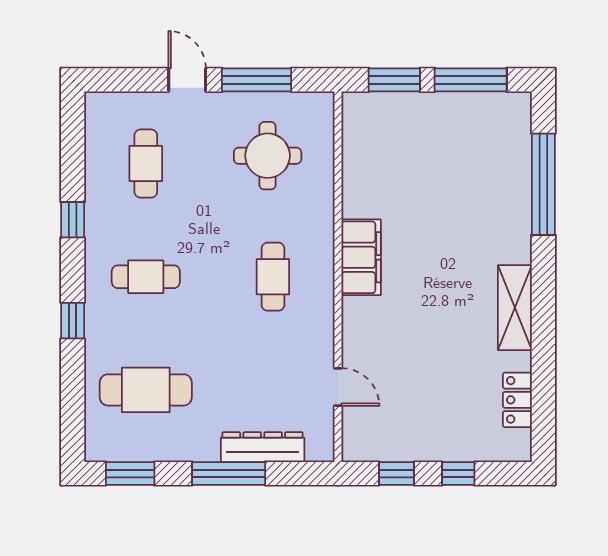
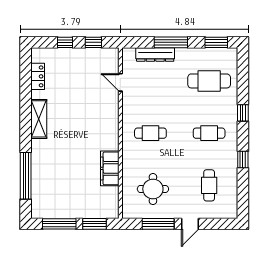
door: (187, 80) -> (190, 224), hinge flipped
filing cabinet: (361, 257) -> (110, 168), moved
cafe table: (273, 277) -> (150, 133), turned 90

